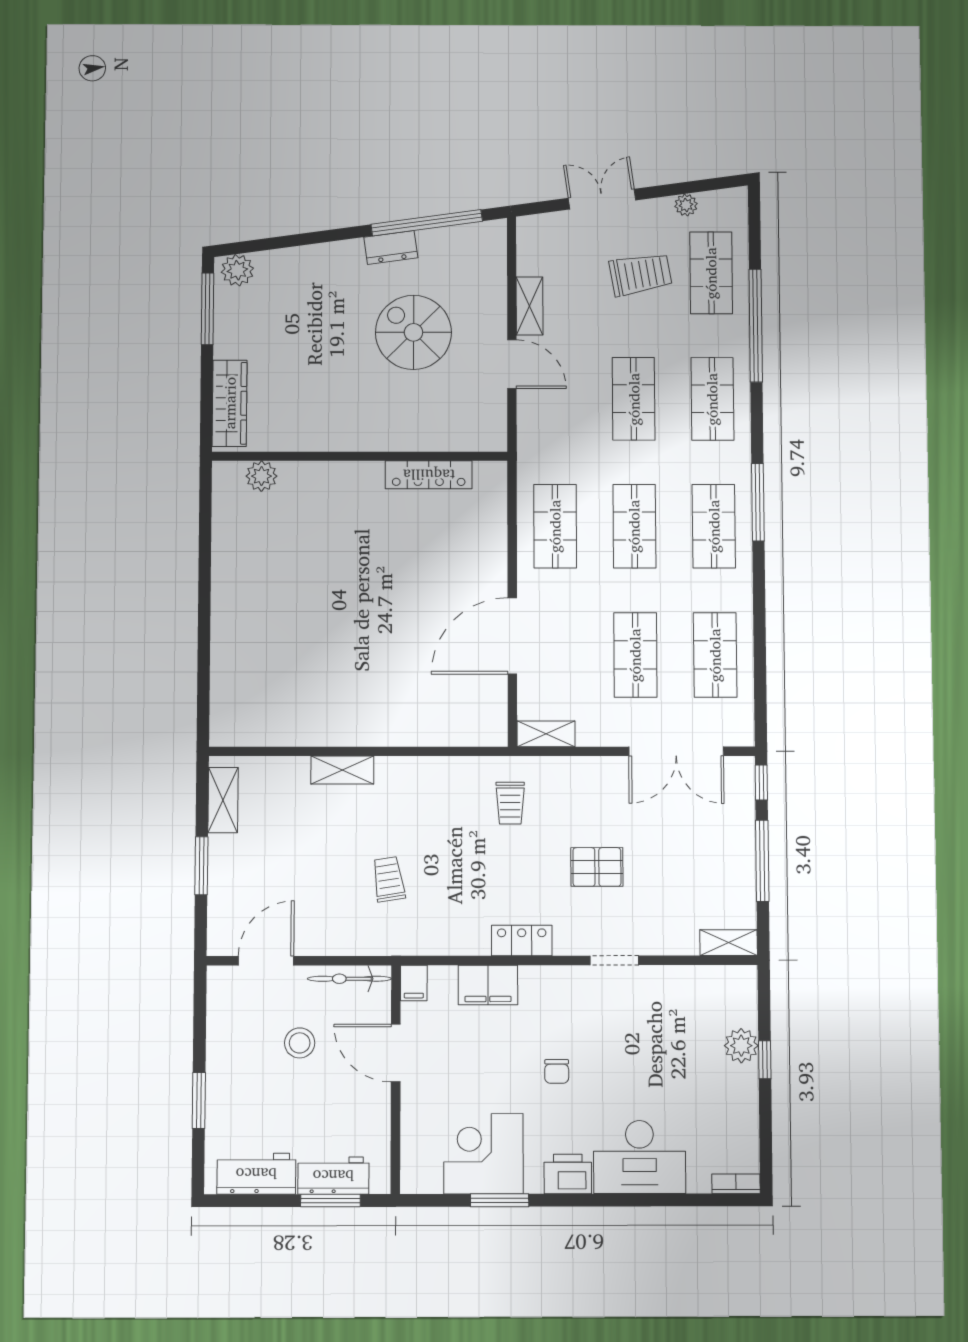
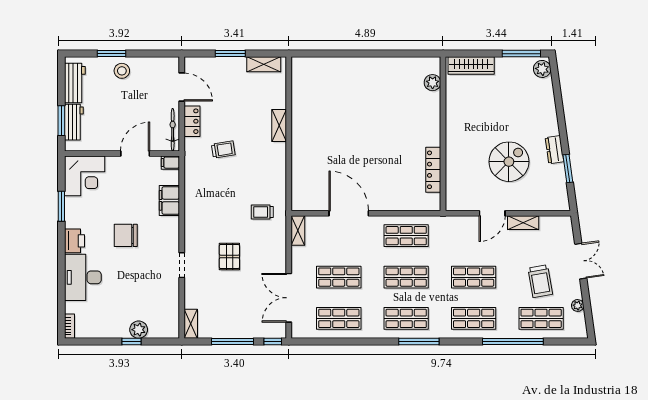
window: (427, 223) -> (568, 169), width x0.47
locker: (522, 940) -> (192, 121), moved
stool: (300, 1043) -> (122, 71), moved
chair: (557, 1071) -> (126, 235), width x1.87, depth x1.87
corner desk: (483, 1154) -> (85, 176), moved, turned 90

